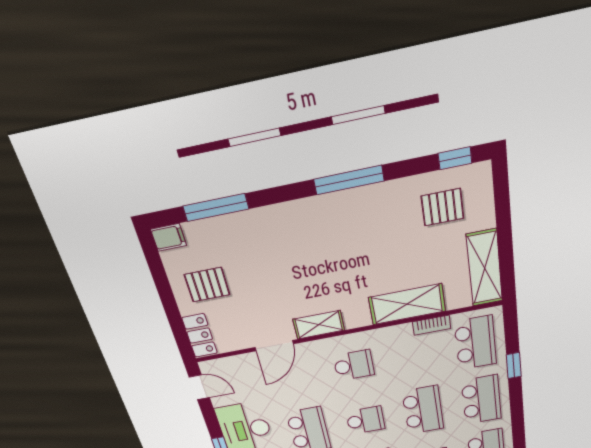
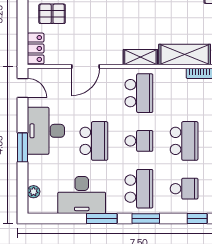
shelving: (319, 325) -> (140, 57), moved
school desk: (354, 365) -> (139, 93), width x1.85

